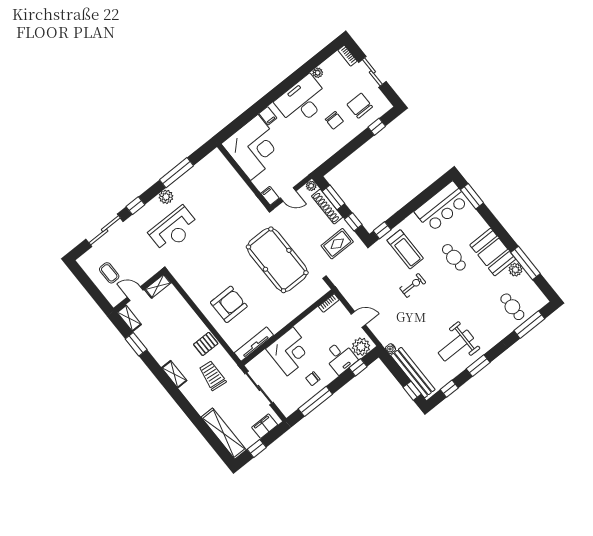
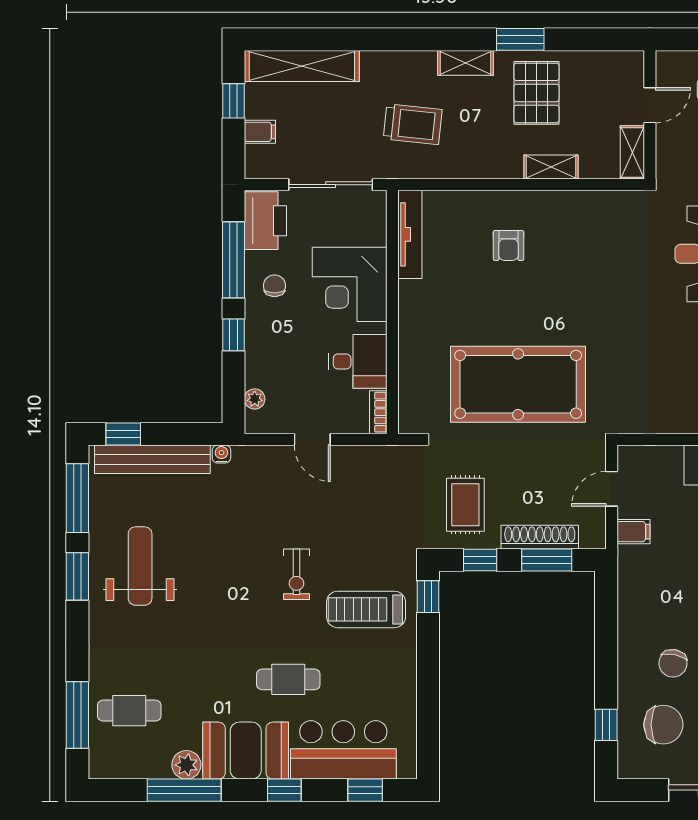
chair: (334, 120) -> (673, 663), turned -79
plant: (311, 186) -> (595, 538), removed
filing cabinet: (270, 196) -> (633, 532), moved
window: (472, 196) -> (365, 790), width x0.67
bar counter: (442, 207) -> (343, 750), moved, turned 90
window: (496, 226) -> (284, 790), added
armchair: (229, 304) -> (509, 245), width x0.53, depth x0.53
shelving: (129, 318) -> (551, 167), moved
door: (358, 319) -> (312, 439), hinge flipped
window: (136, 344) -> (520, 39), moved
pallet: (206, 344) -> (536, 93), moved, width x1.50, depth x1.42
plant: (361, 347) -> (255, 399), width x0.53, depth x0.53
desk: (340, 357) -> (358, 361), moved, turned 180
window: (358, 367) -> (233, 335), moved
window: (449, 389) -> (77, 498), width x2.17
printer: (291, 401) -> (265, 221), added
filing cabinet: (265, 426) -> (260, 132), width x0.50

